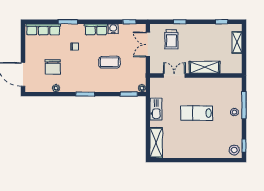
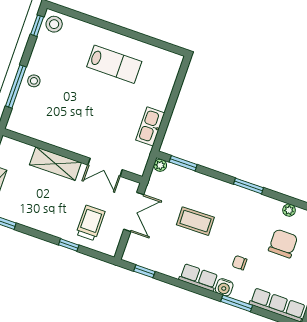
water cooler: (113, 29) -> (224, 287), moved
double door: (148, 44) -> (134, 212), moved
lab bench: (197, 113) -> (114, 64), moved
shelving: (156, 143) -> (167, 76), removed

